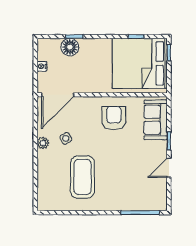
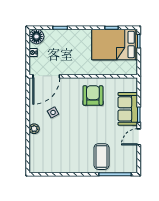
floor lamp: (70, 47) -> (36, 37), moved
bed: (140, 63) -> (115, 45), width x0.73
sofa: (156, 120) -> (128, 109), moved
plant: (43, 143) -> (34, 129), moved
coffee table: (82, 177) -> (102, 157), moved, width x0.73, depth x0.76

